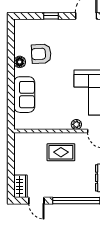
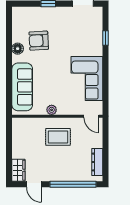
sofa: (24, 95) -> (22, 87), width x1.36
plant: (76, 124) -> (52, 110), moved

